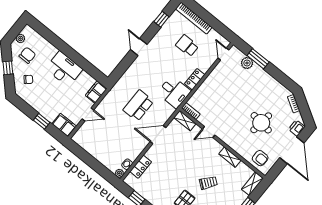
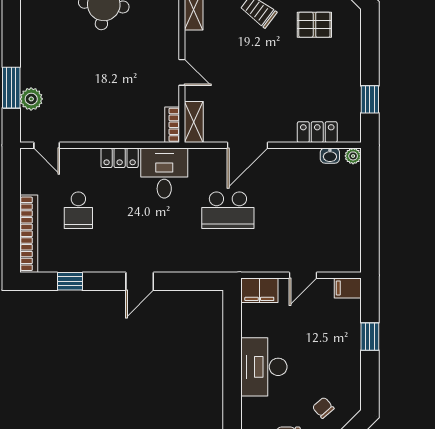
door: (223, 54) -> (47, 145), hinge flipped
door: (88, 114) -> (303, 275), swing flipped
filing cabinet: (64, 125) -> (348, 288), width x0.50
door: (158, 135) -> (247, 145), hinge flipped

